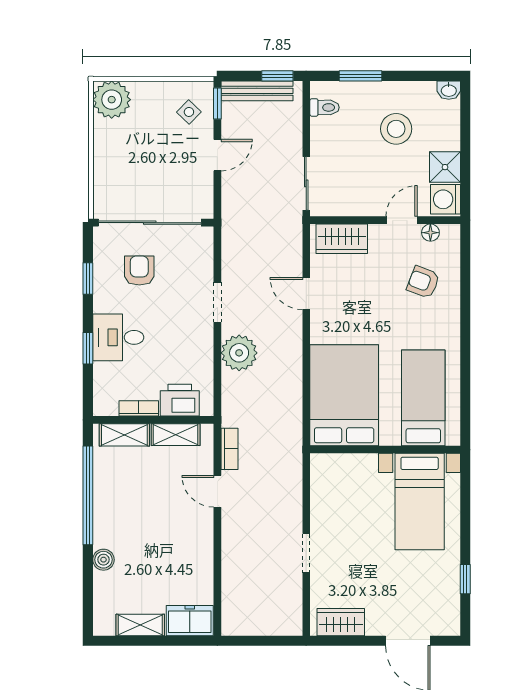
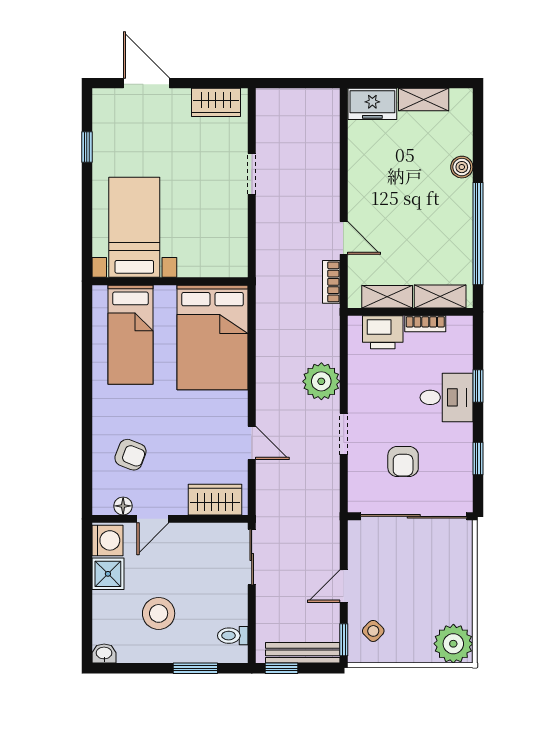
armchair: (139, 271) -> (403, 462), moved

